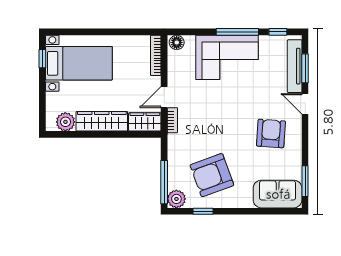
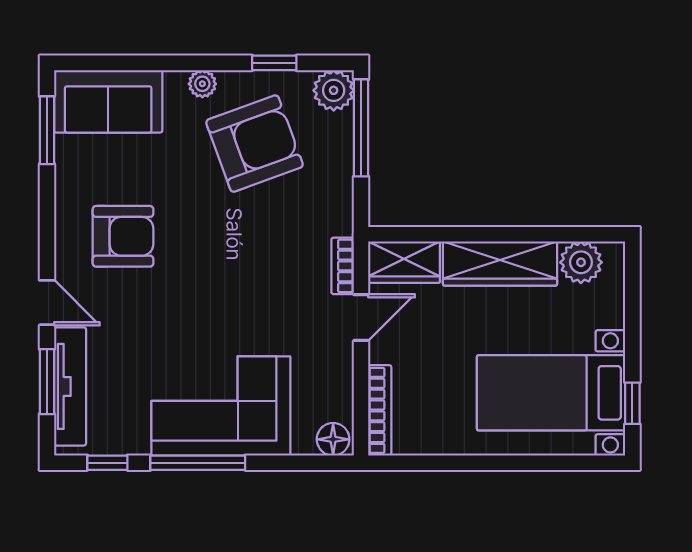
armchair: (271, 133) -> (123, 236), turned -94
plant: (235, 202) -> (202, 84), added

